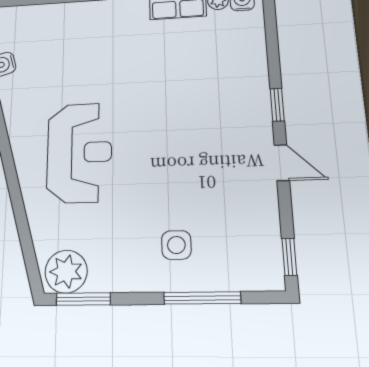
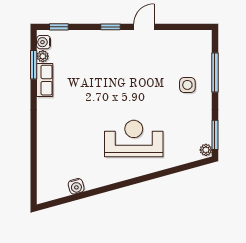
window: (289, 257) -> (59, 27), moved
plant: (66, 272) -> (206, 150), width x0.53, depth x0.53

